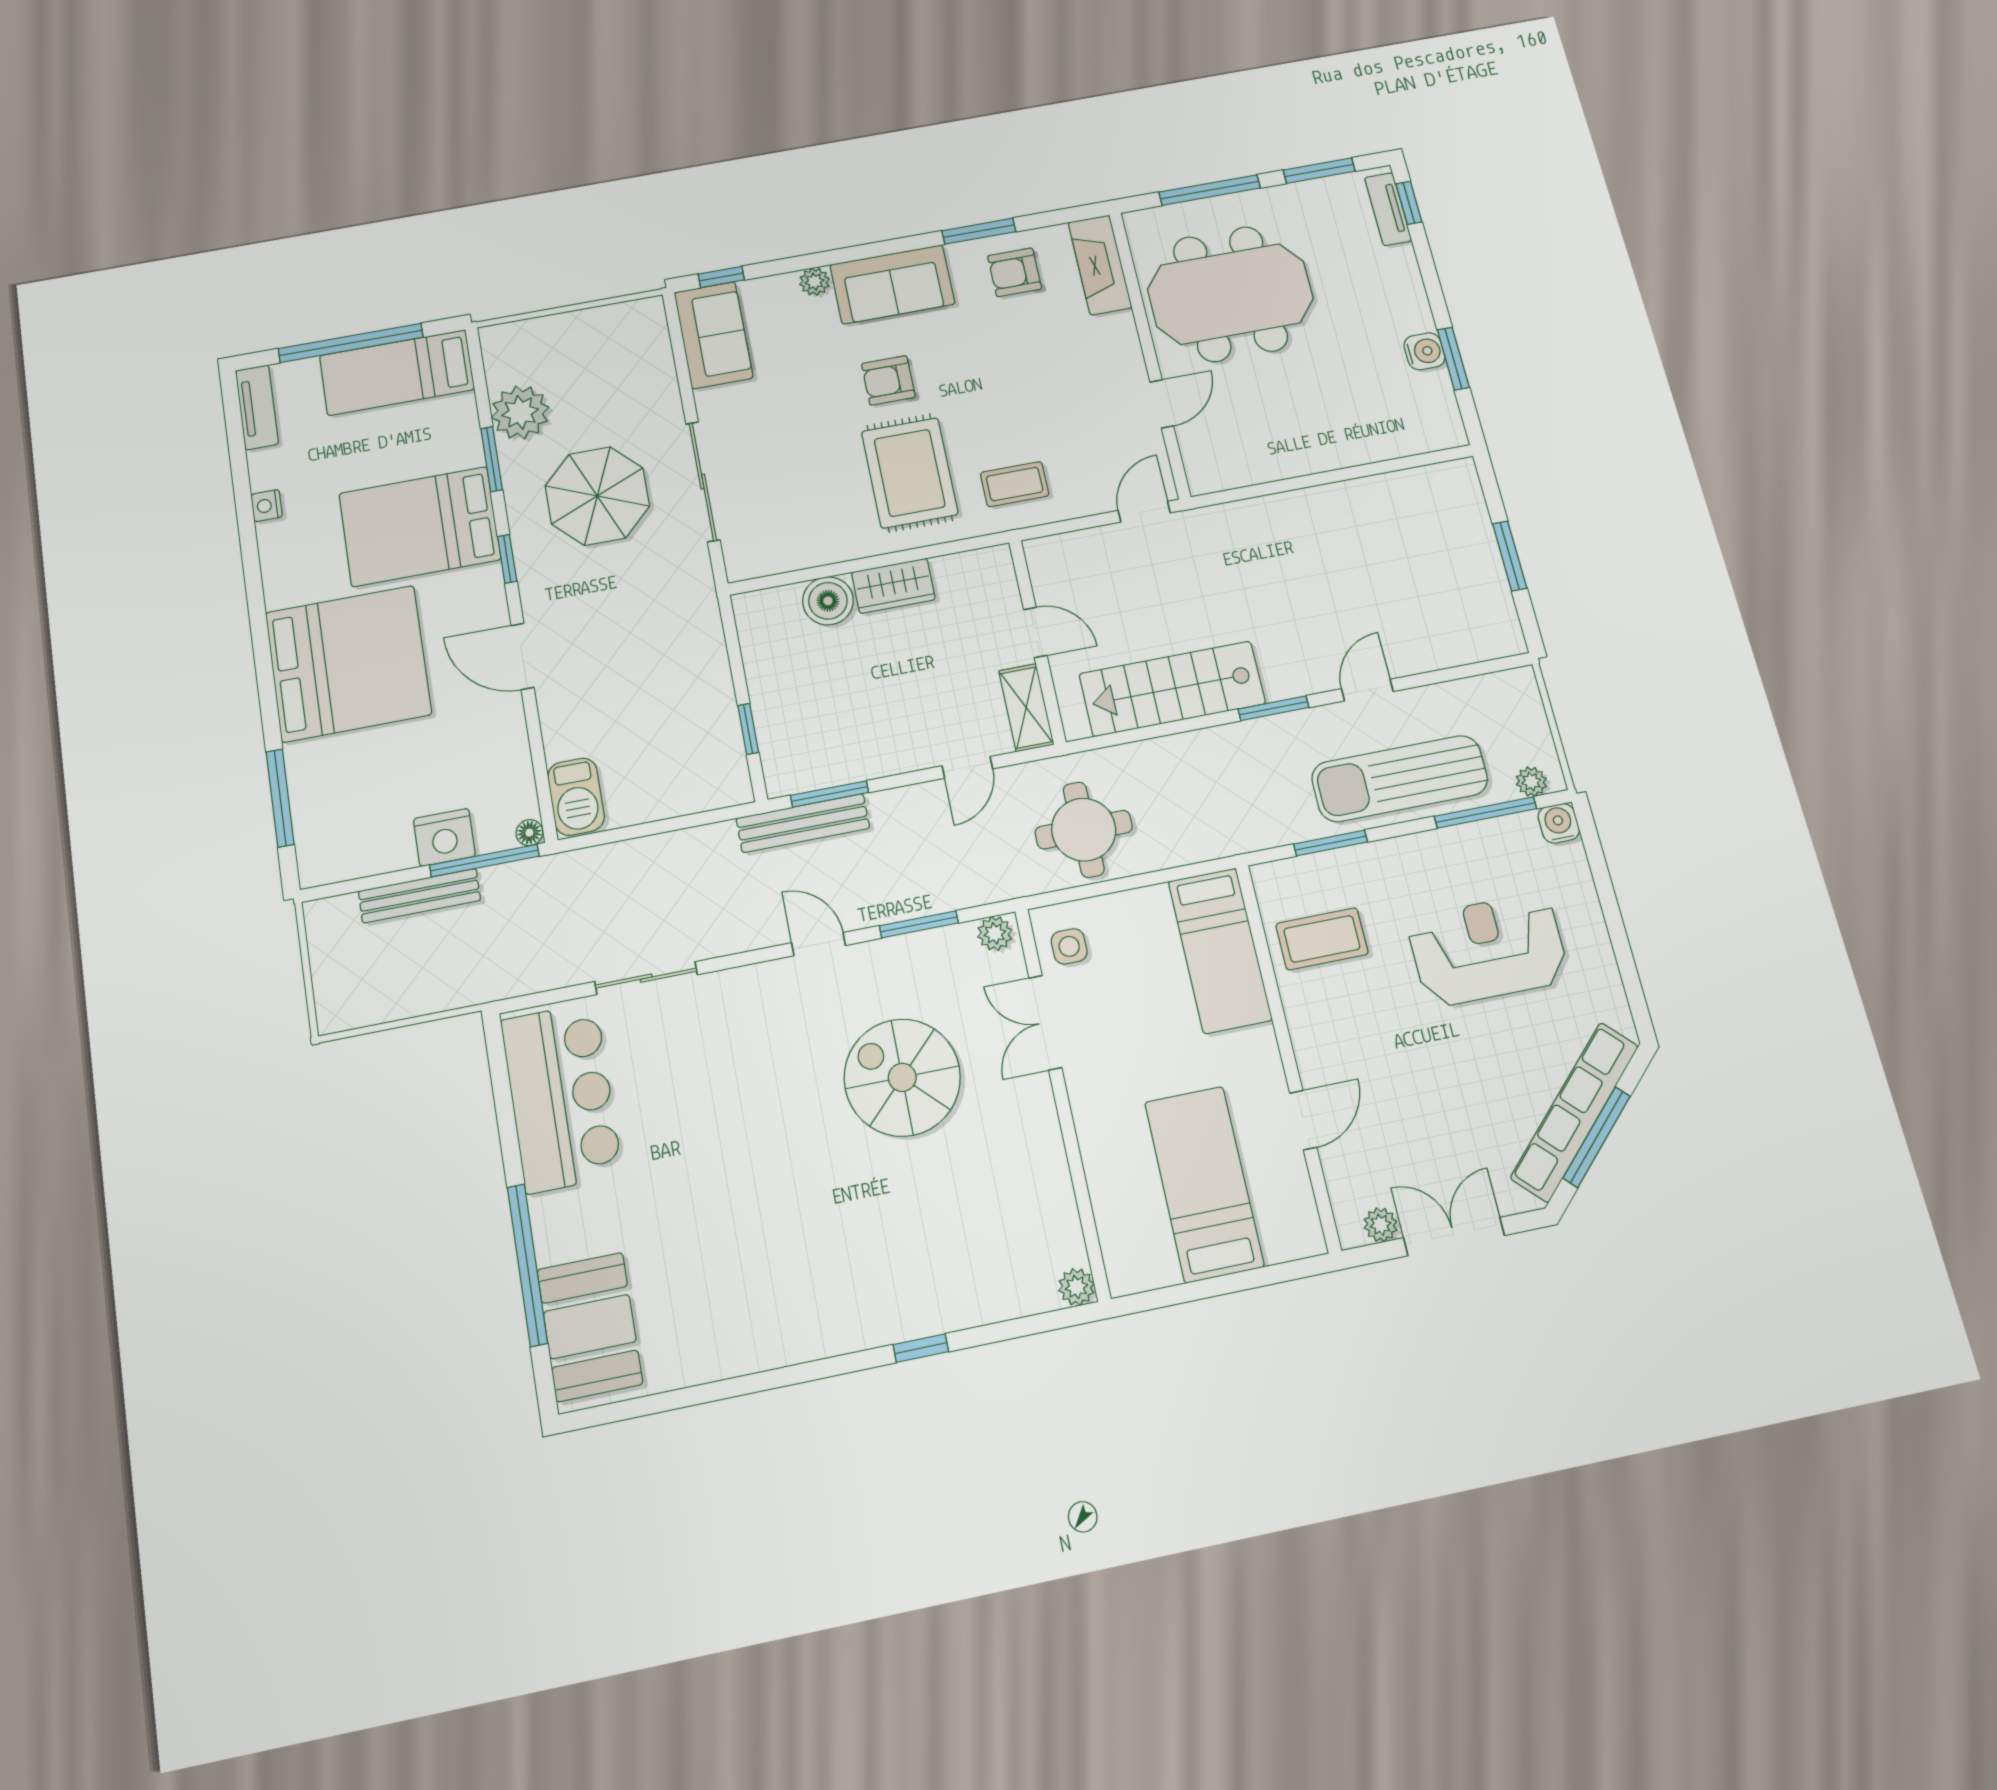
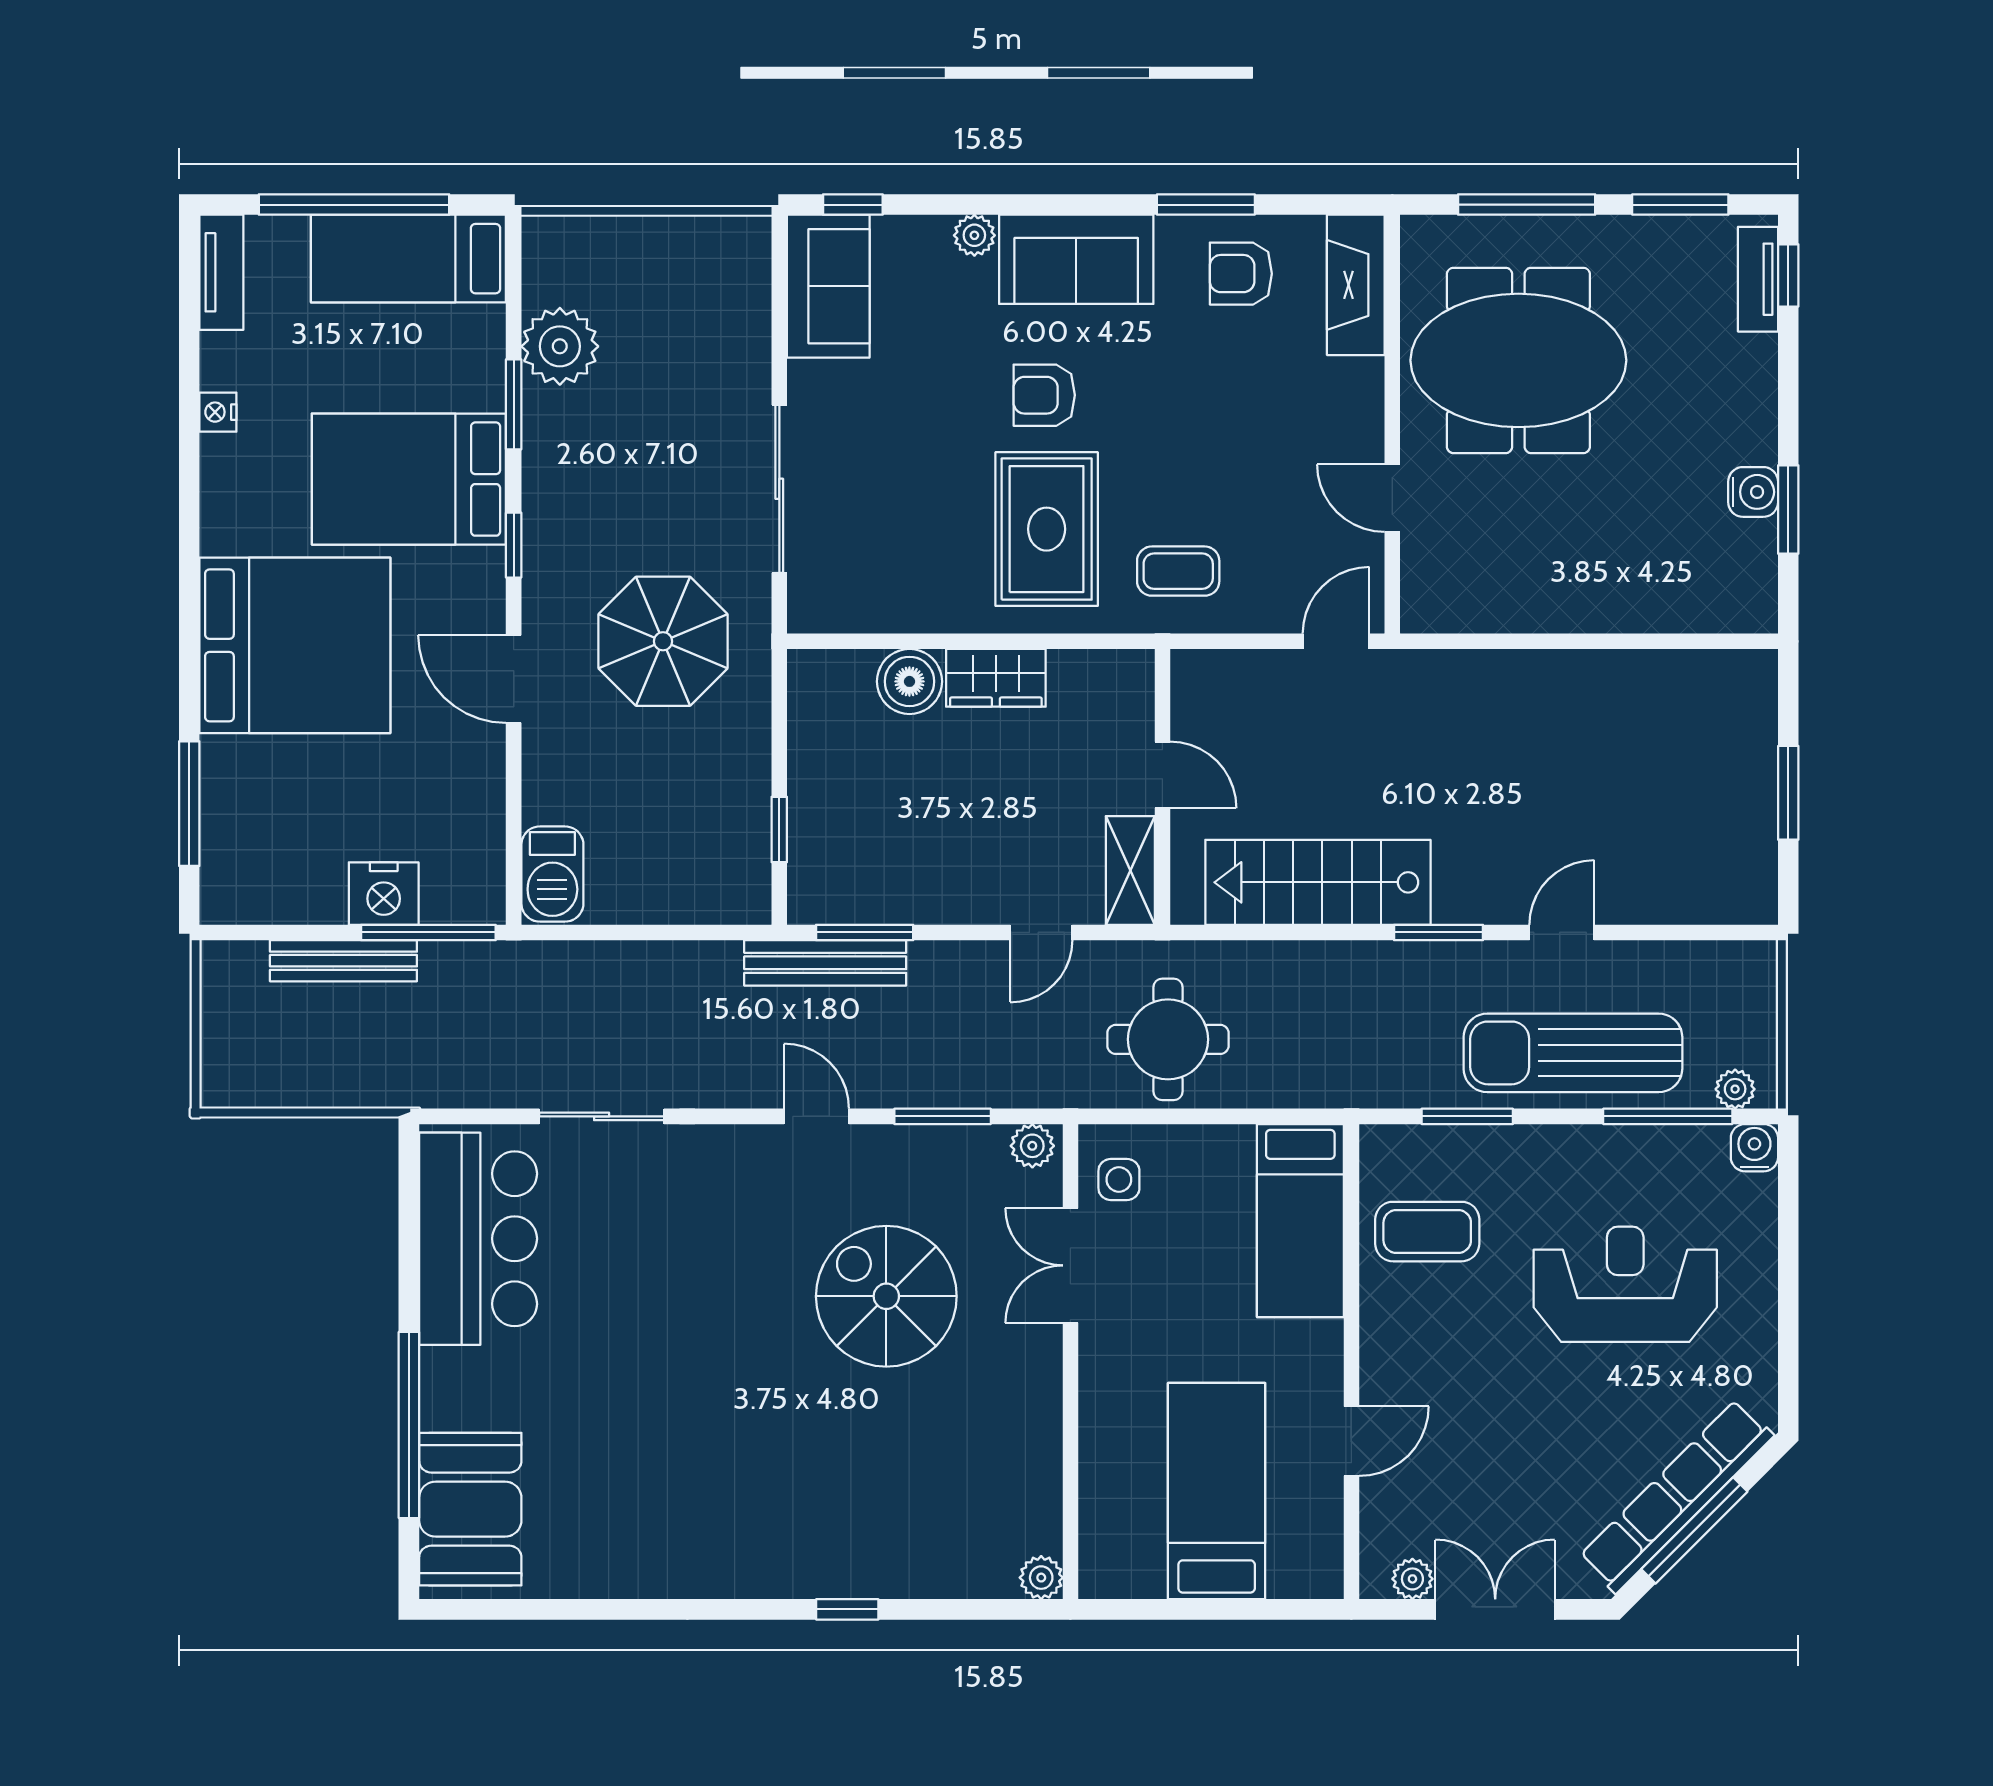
door: (1162, 404) -> (1392, 498), swing flipped
parasol: (597, 496) -> (663, 641), moved
floor lamp: (529, 833) -> (488, 908), removed

